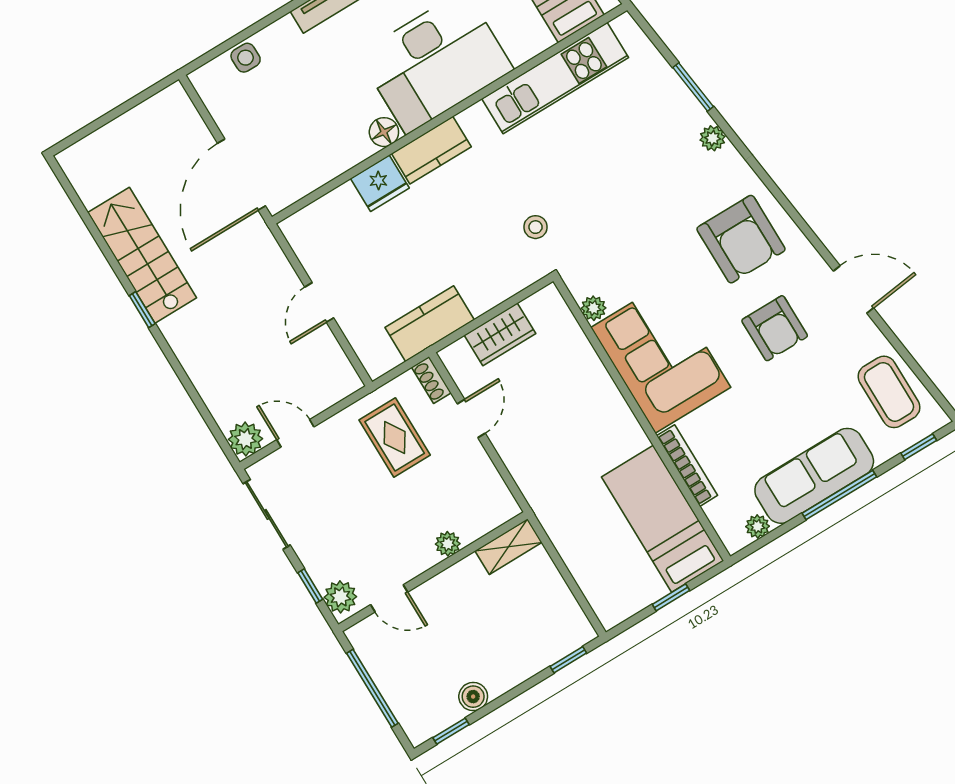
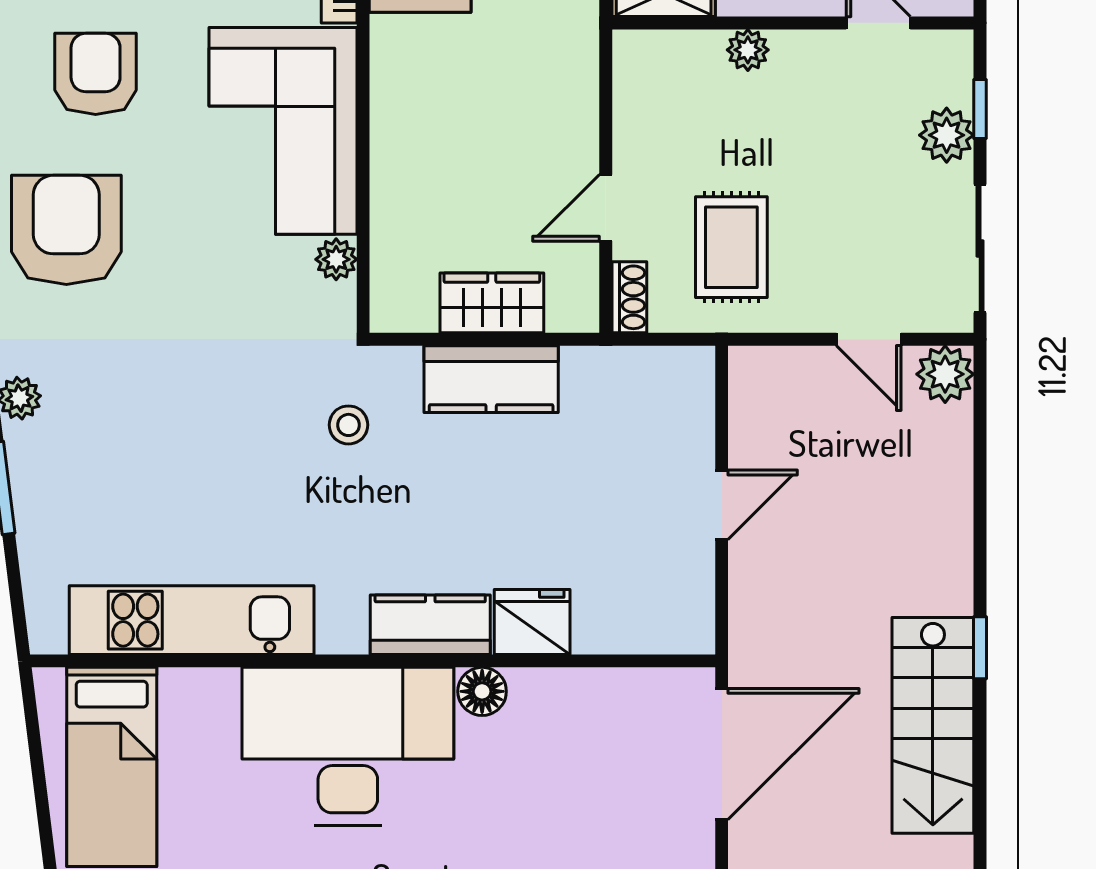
kitchen counter: (430, 324) -> (491, 379), moved
plant: (340, 597) -> (947, 135), moved

